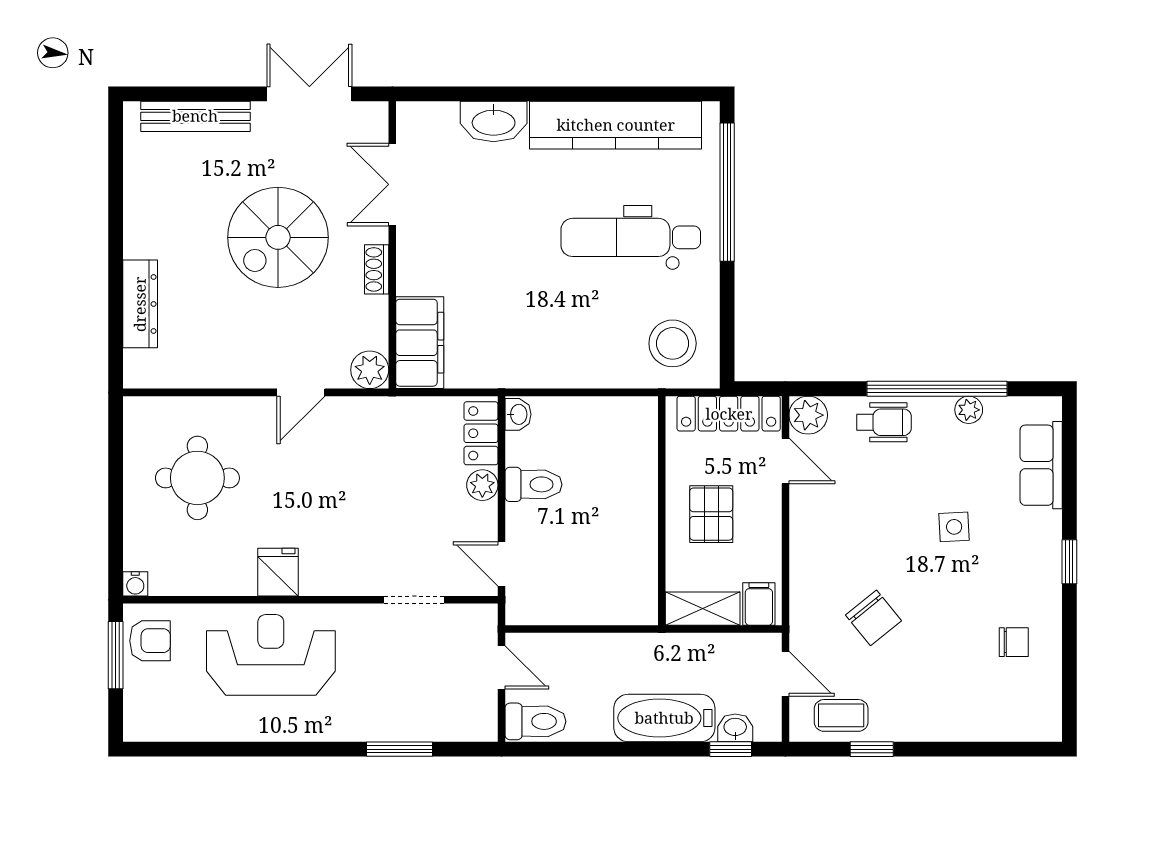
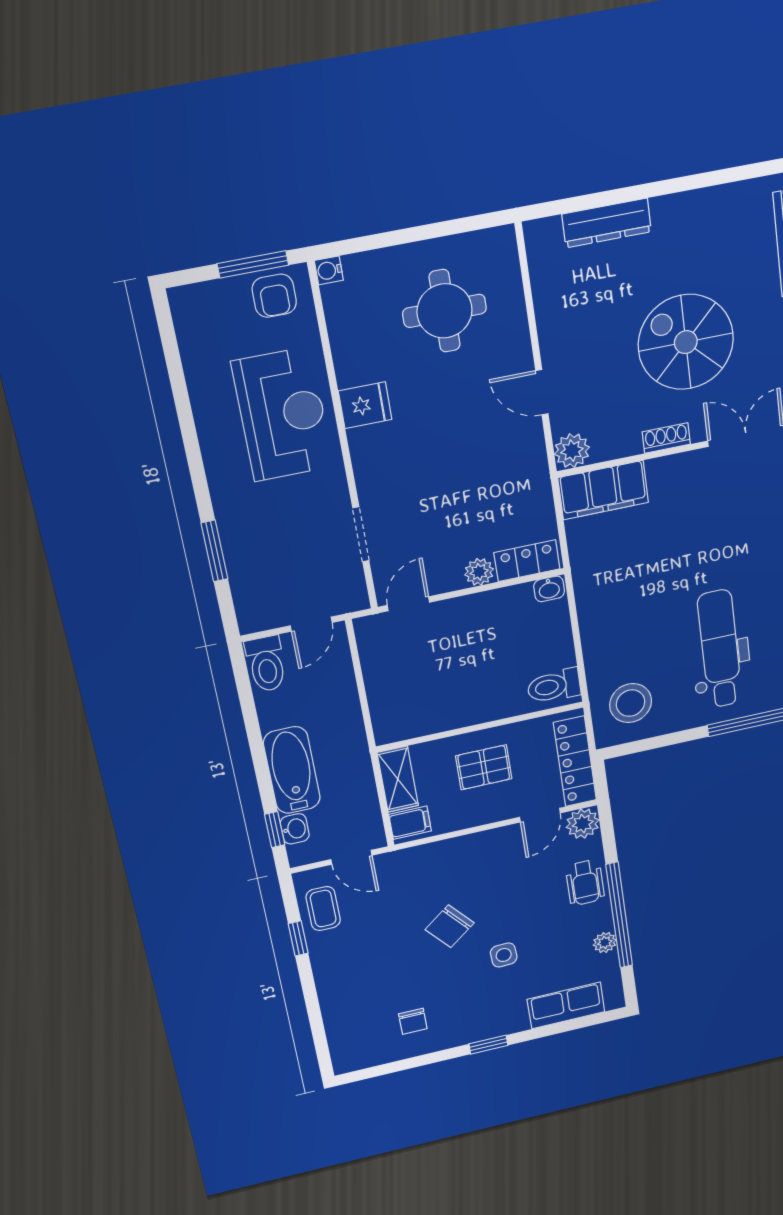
toilet: (534, 484) -> (554, 686), moved, turned 90
chair: (873, 618) -> (450, 926), moved
door: (785, 674) -> (351, 857), hinge flipped

